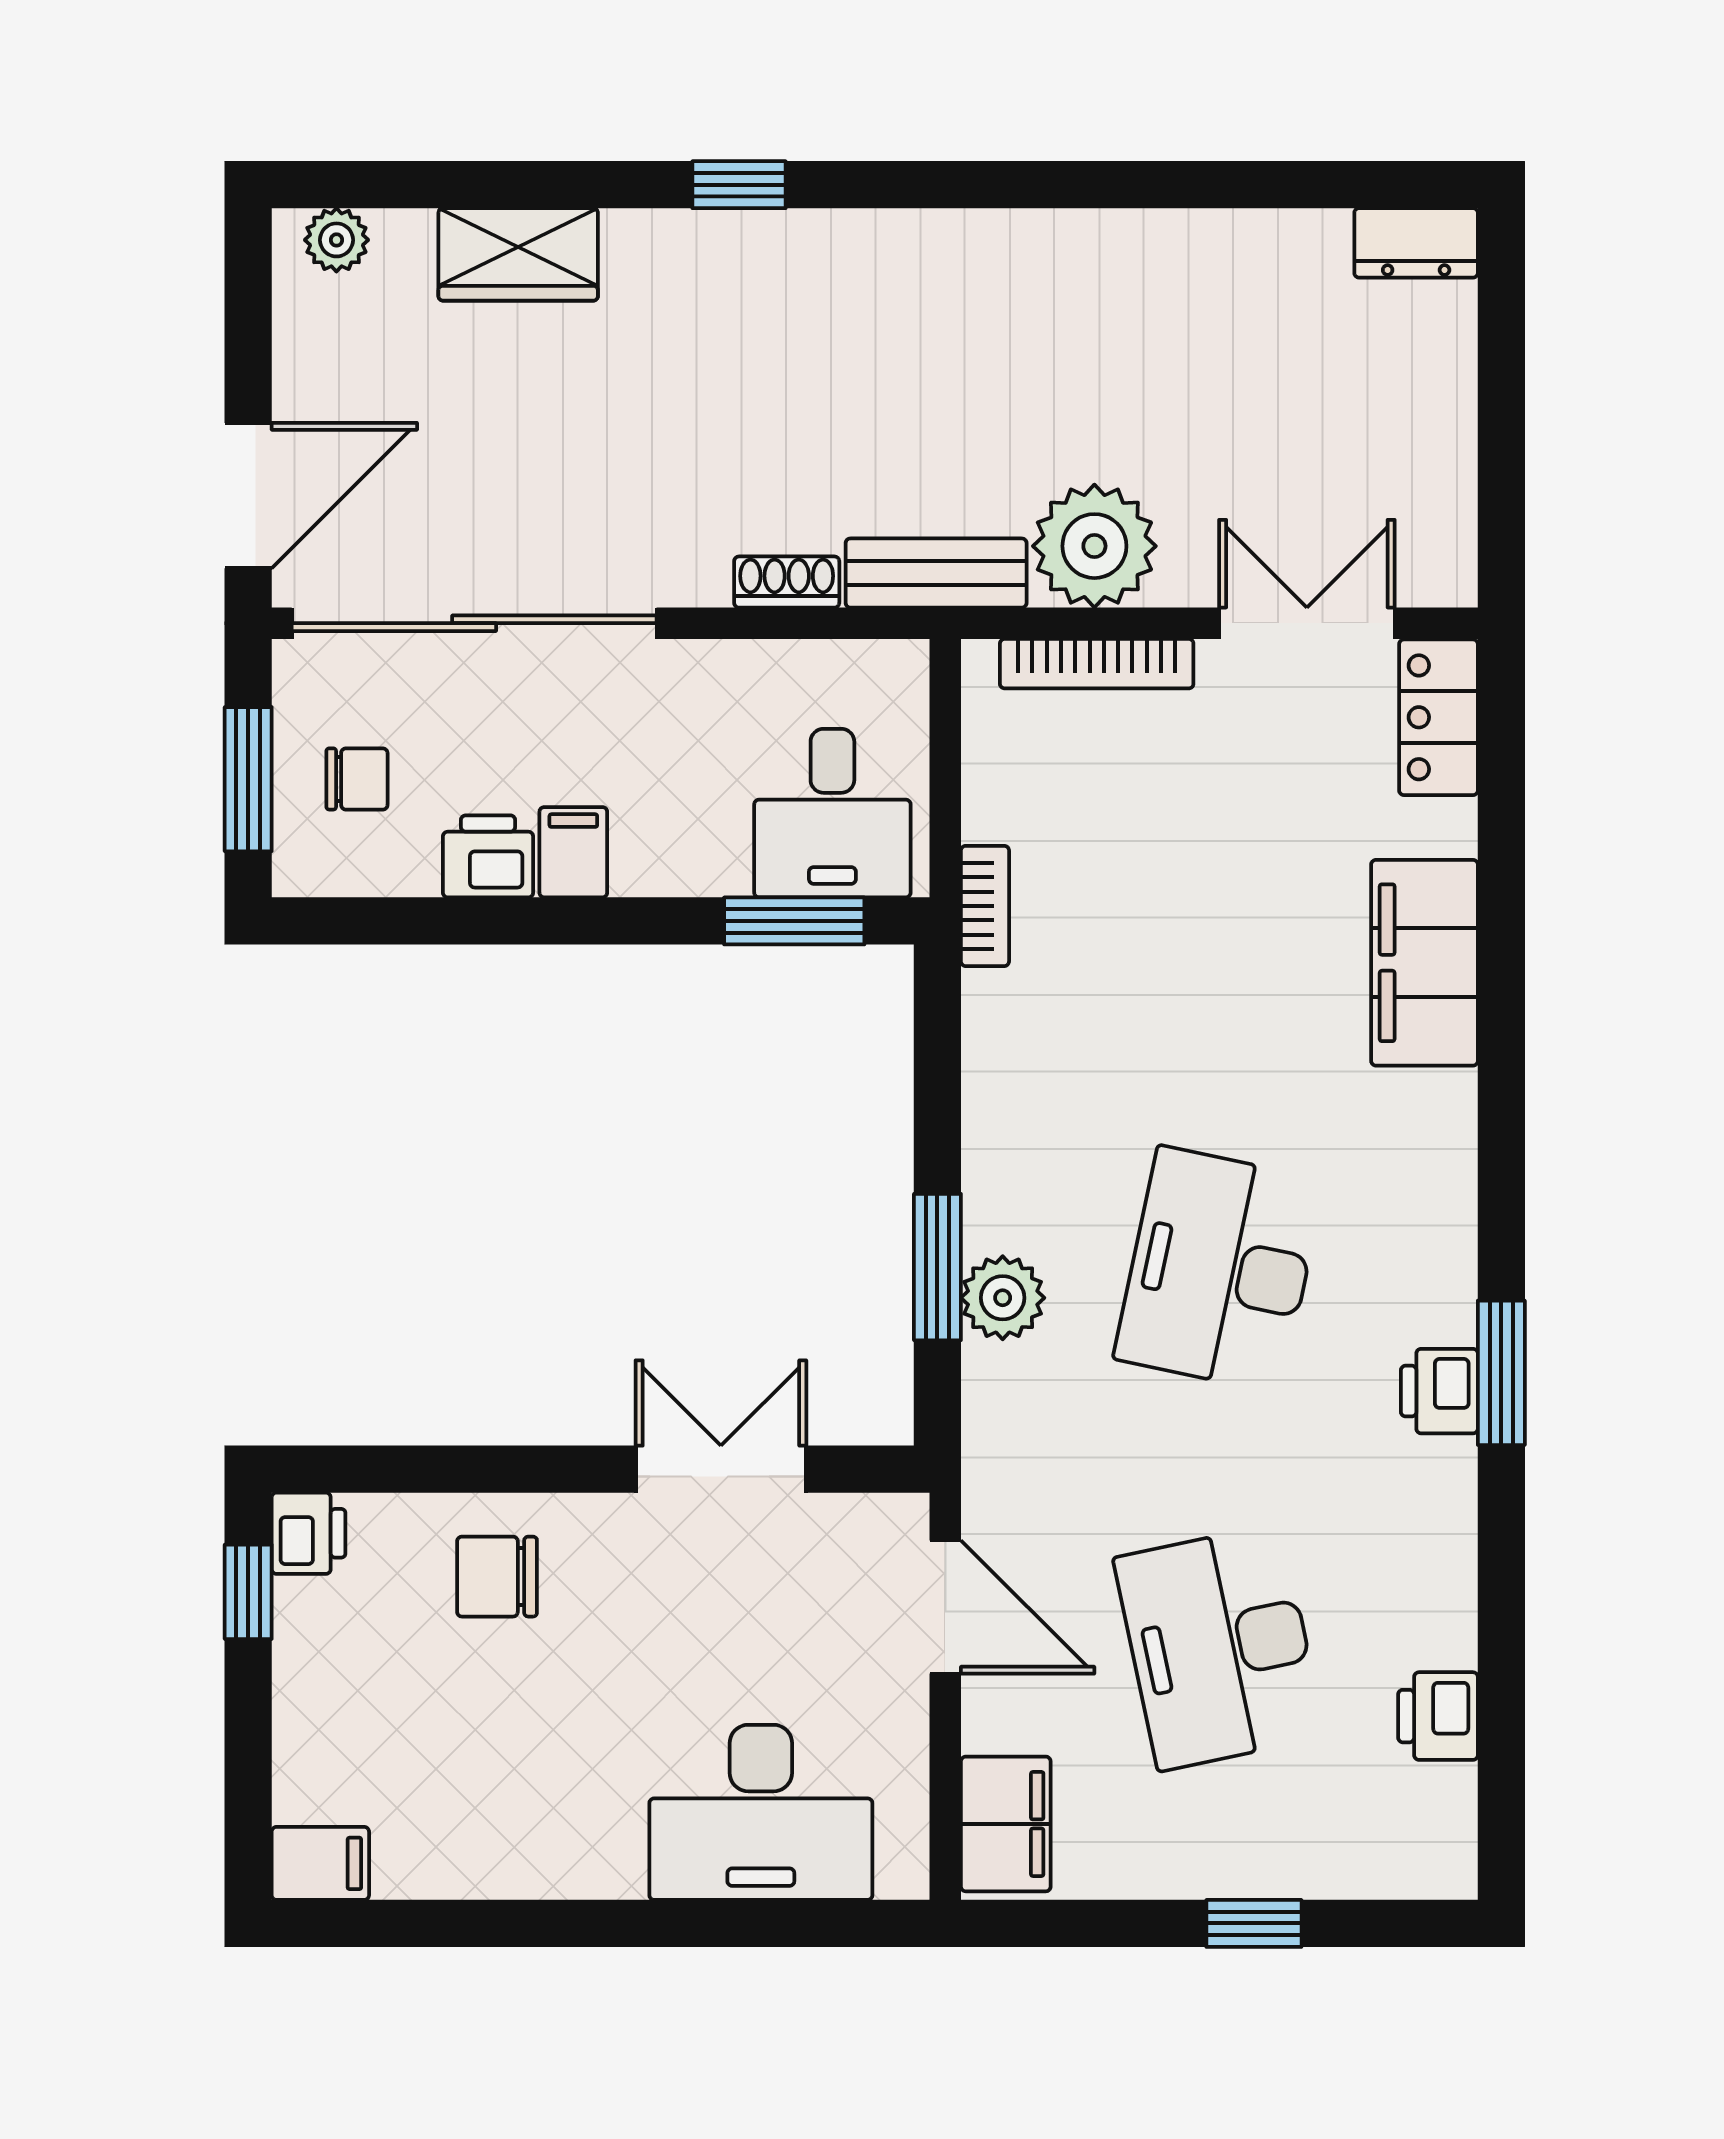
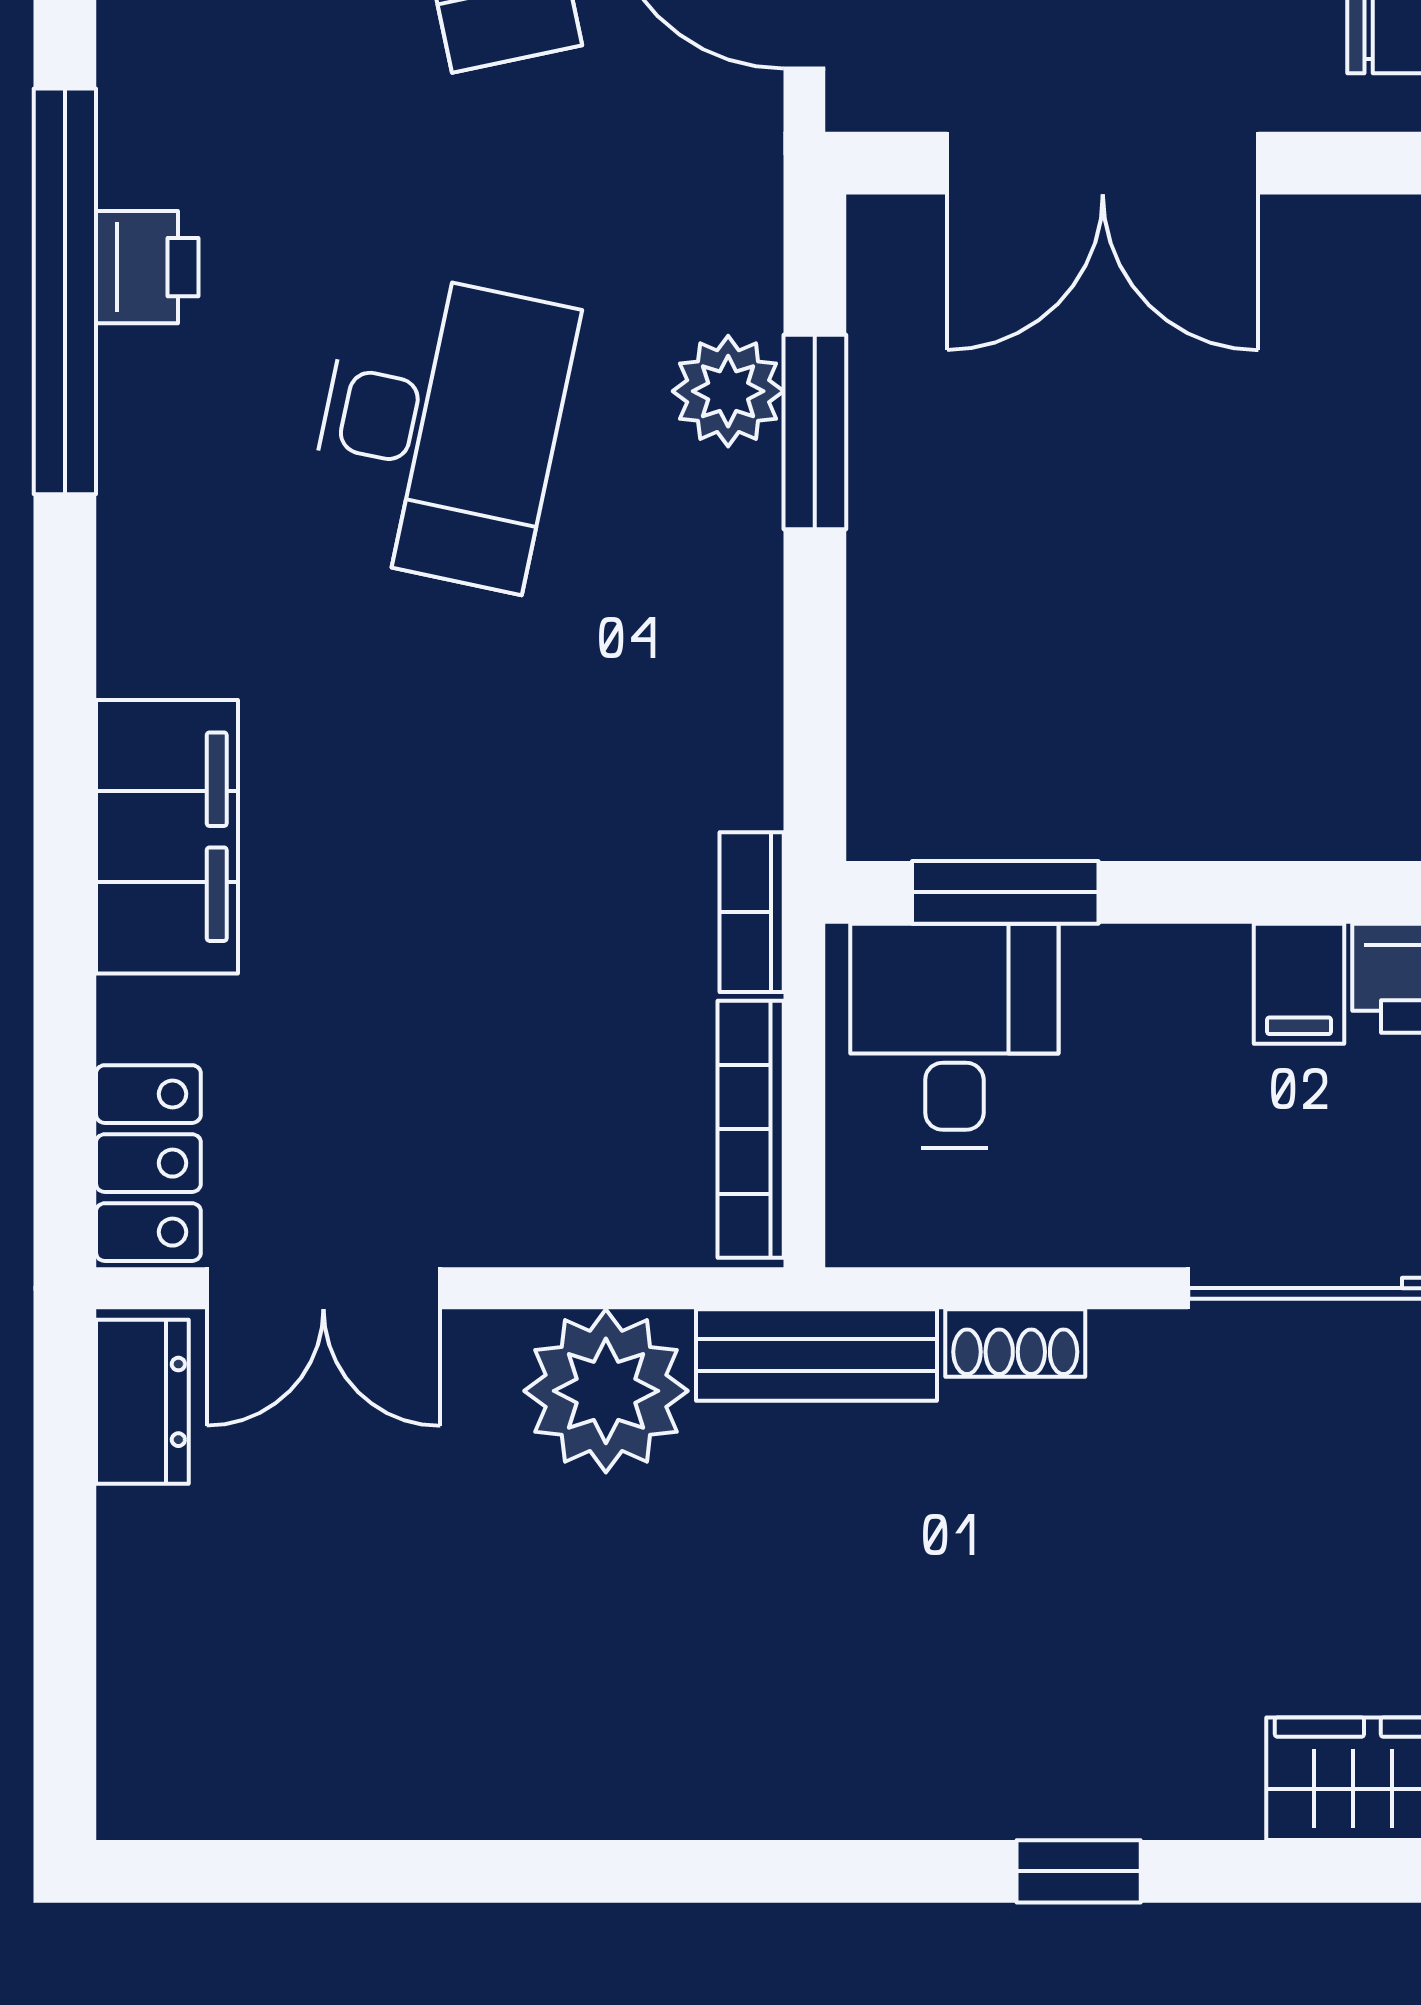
dresser: (1416, 243) -> (142, 1402), moved, turned 90
bookcase: (1097, 664) -> (751, 1129), moved, turned -90
window: (1501, 1373) -> (65, 291), width x2.11
double door: (721, 1469) -> (1103, 163), width x1.37

